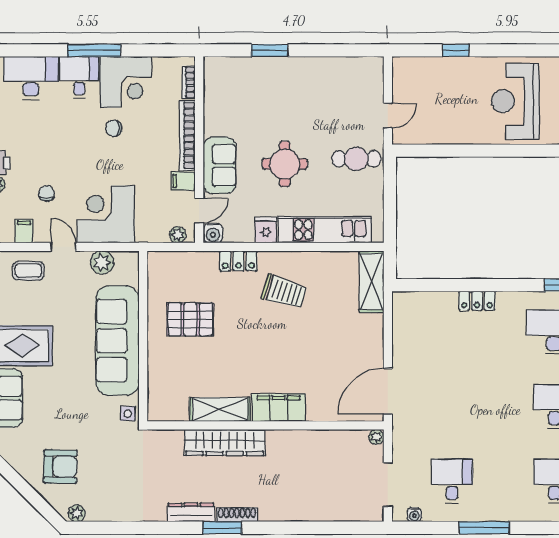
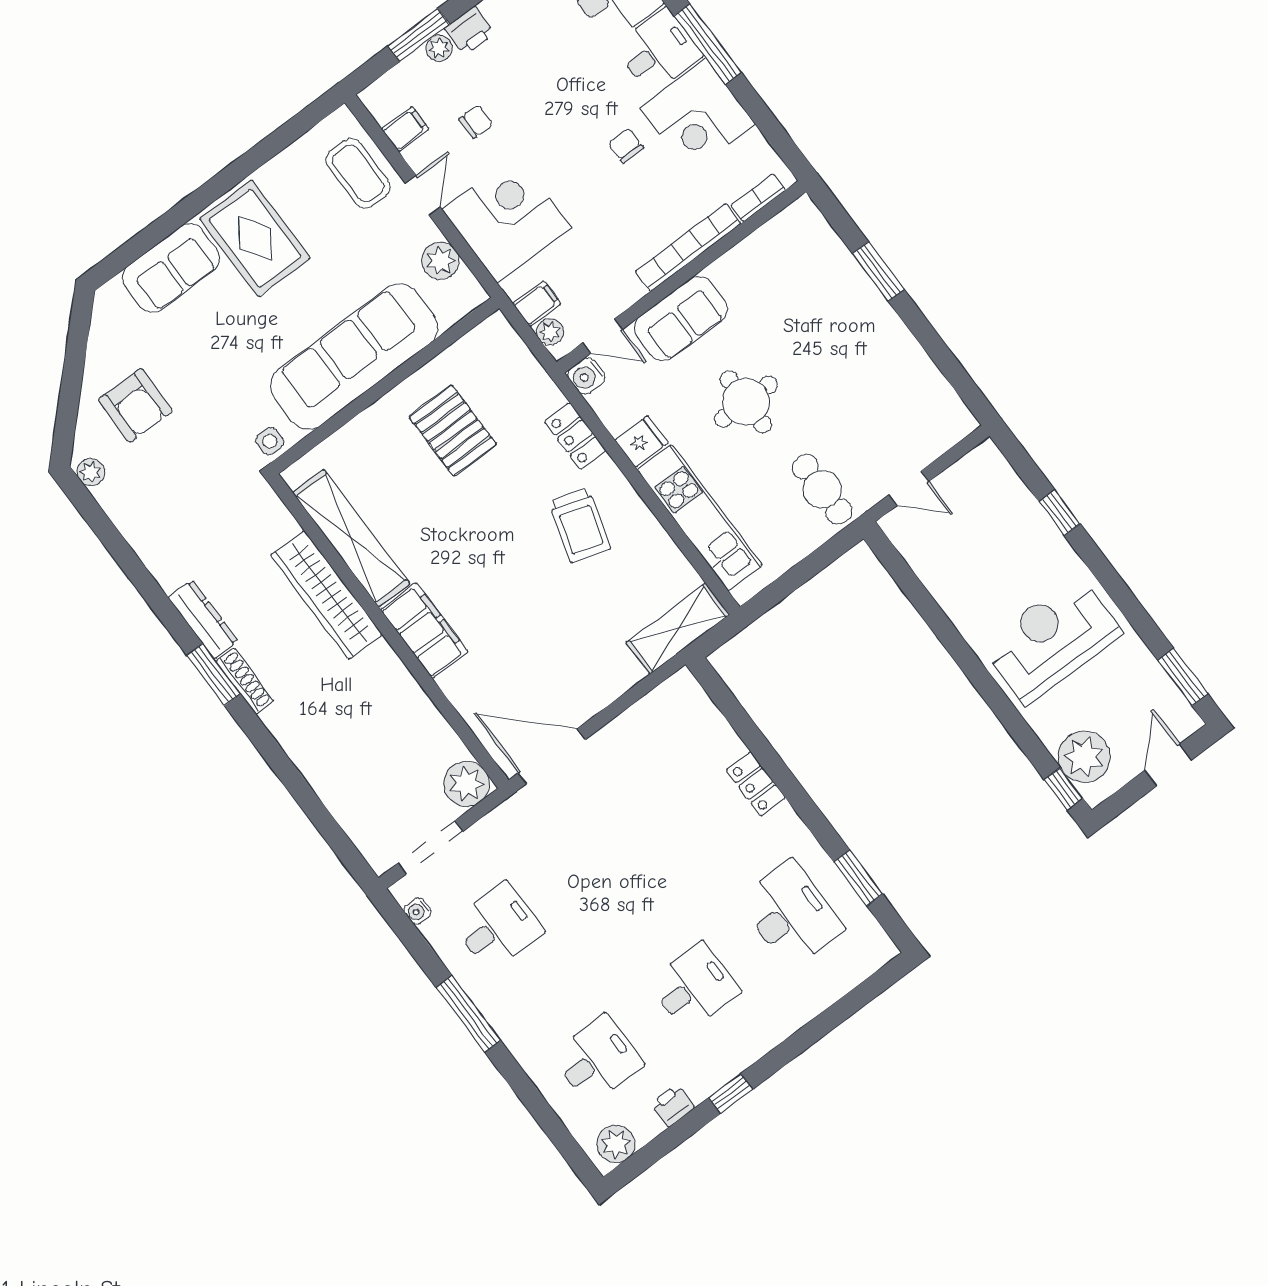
filing cabinet: (183, 181) -> (537, 304), moved, turned 90
coffee table: (28, 271) -> (358, 173), width x1.36, depth x1.30
shelving: (220, 409) -> (351, 538), width x1.47
plant: (376, 437) -> (466, 784), width x1.88, depth x1.88

